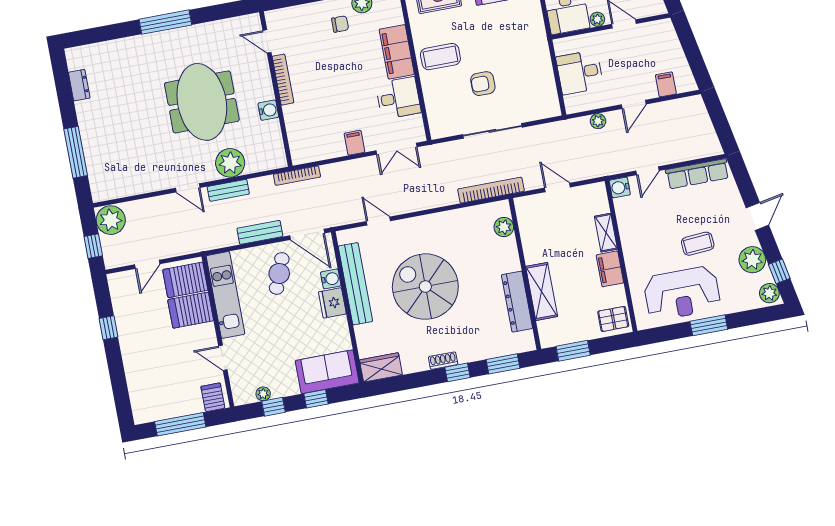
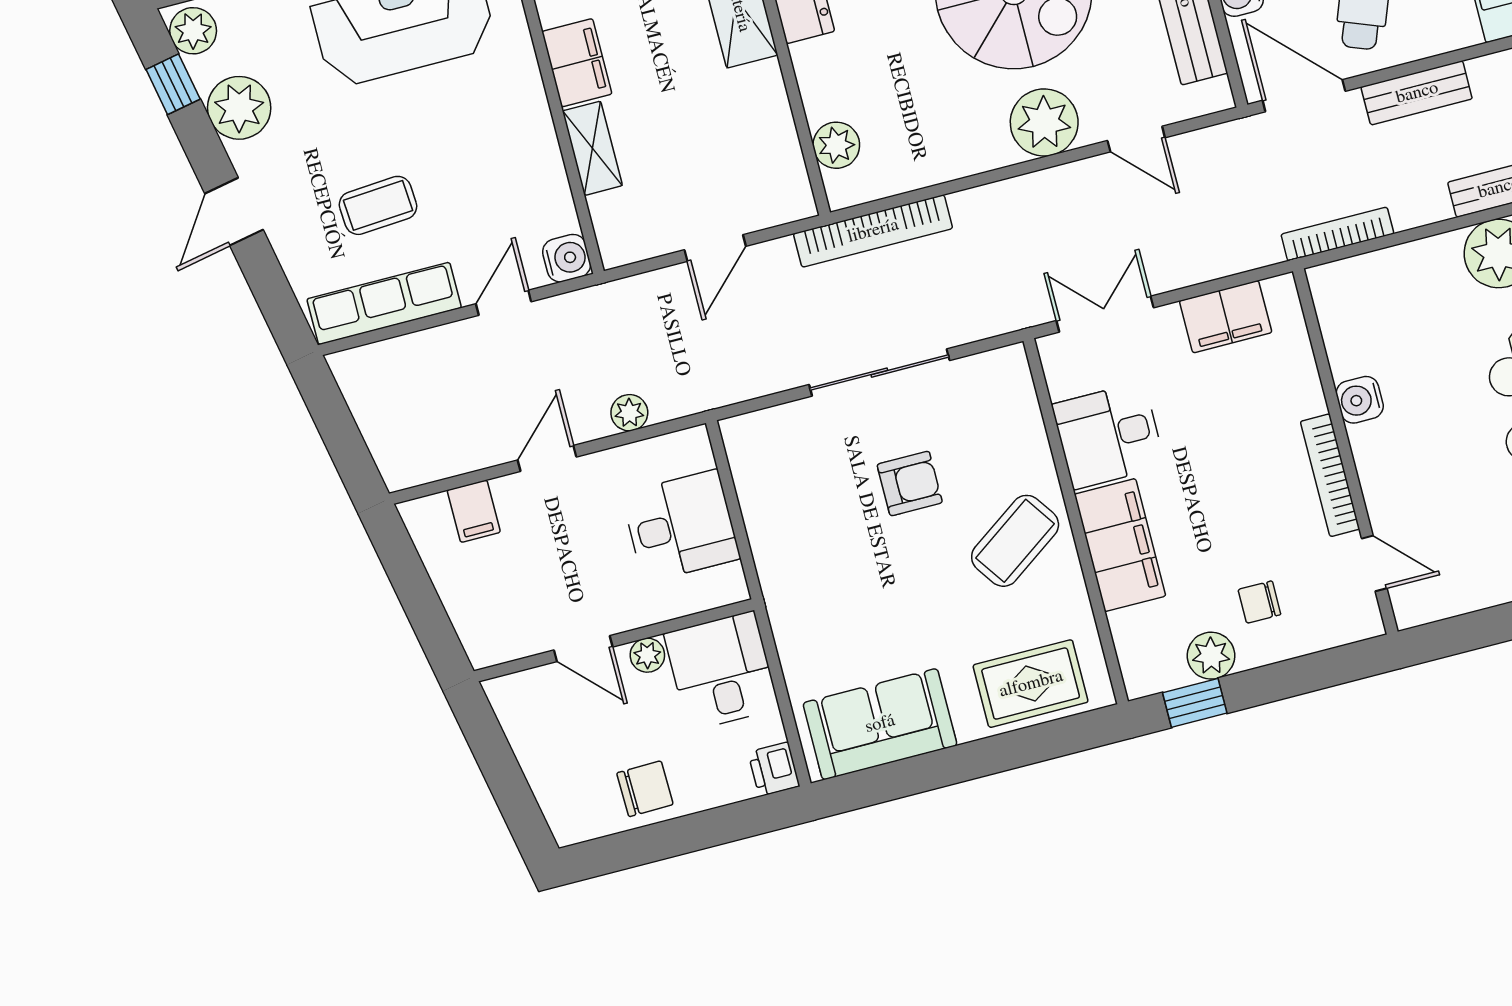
door: (267, 41) -> (1374, 563), moved
coffee table: (440, 57) -> (1015, 541), turned -35
bookcase: (283, 80) -> (1330, 475), moved
wall: (276, 89) -> (1345, 451), moved
water cooler: (268, 110) -> (1360, 400), moved
filing cabinet: (354, 143) -> (1226, 317), width x2.00
door: (557, 188) -> (715, 248), hinge flipped
plant: (416, 231) -> (1044, 122), added
coffee table: (698, 244) -> (378, 205), moved

